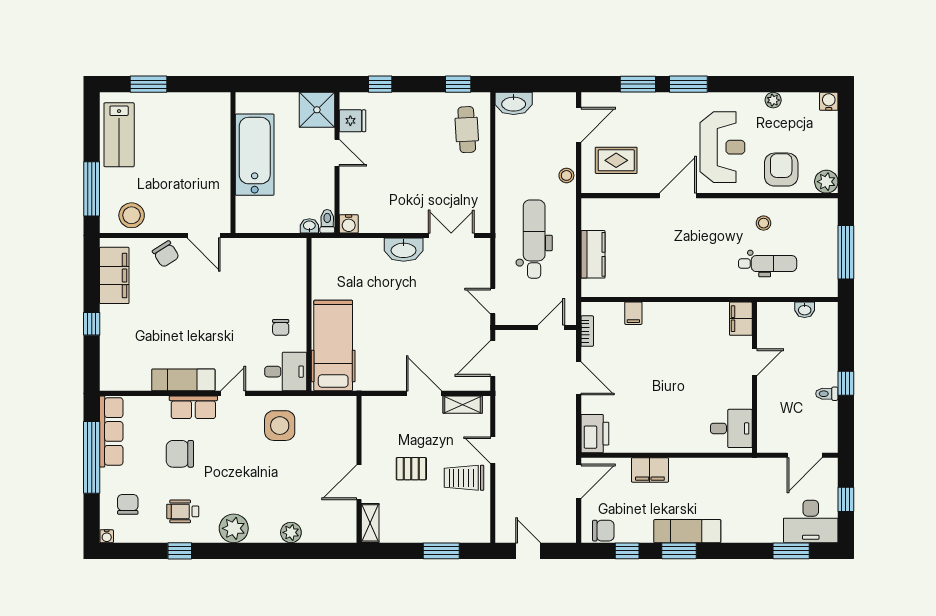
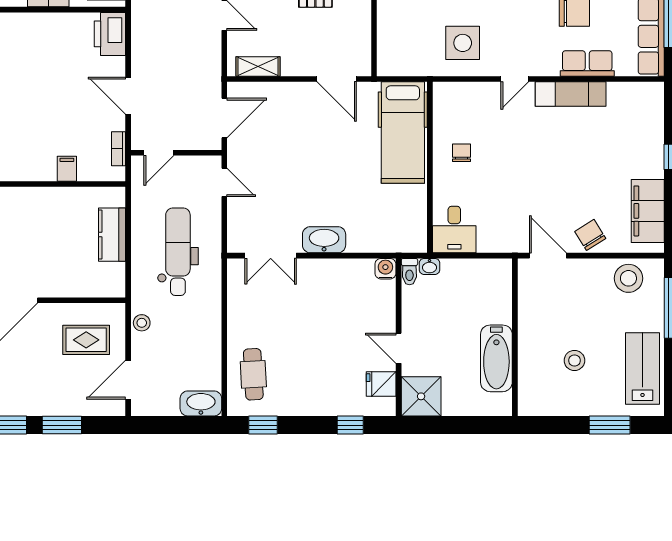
stool: (180, 142) -> (574, 360), added
bathtub: (255, 155) -> (496, 358), width x0.73, depth x0.73
dental chair: (534, 239) -> (178, 252), turned 180
desk: (286, 372) -> (454, 229), moved, turned -90
door: (424, 393) -> (337, 79), moved
row of seats: (193, 407) -> (587, 63), moved

